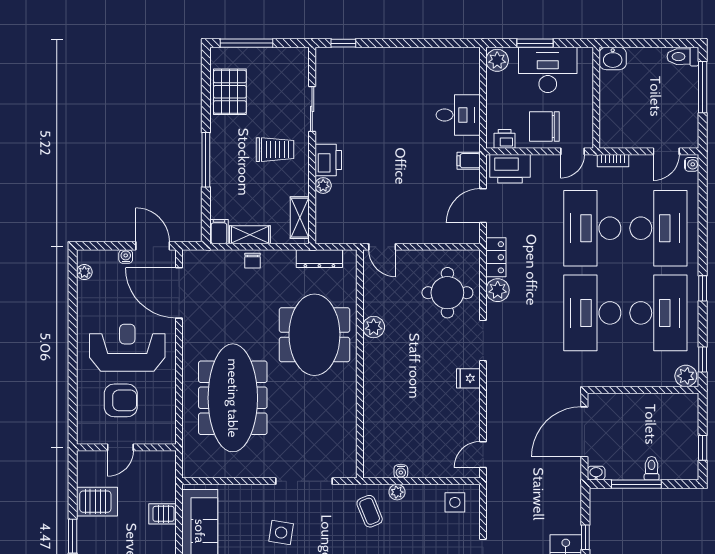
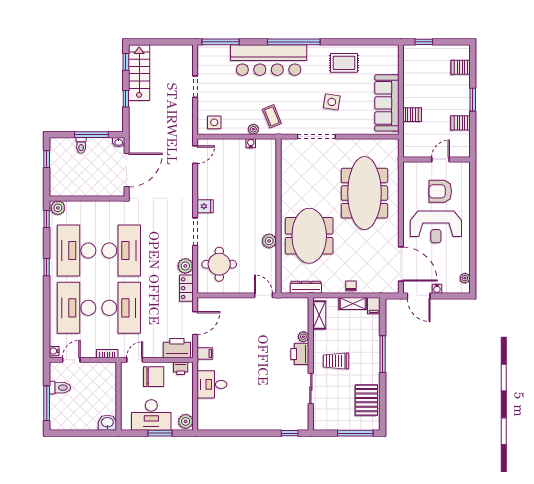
toilet: (683, 57) -> (60, 388), moved
server rack: (97, 502) -> (461, 123), width x0.73, depth x0.70

